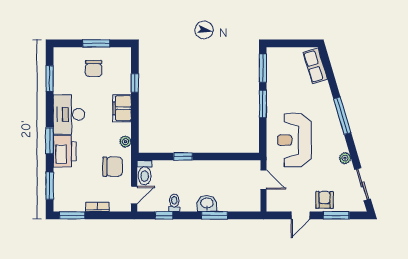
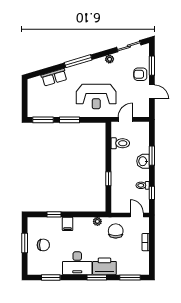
row of seats: (315, 66) -> (54, 77), moved
filing cabinet: (122, 108) -> (68, 224), width x0.50
toilet: (145, 173) -> (120, 143), moved
window: (72, 215) -> (152, 261), removed

